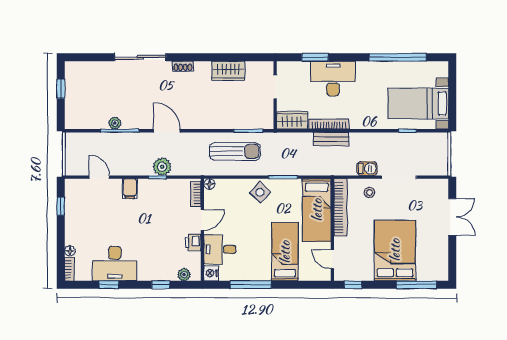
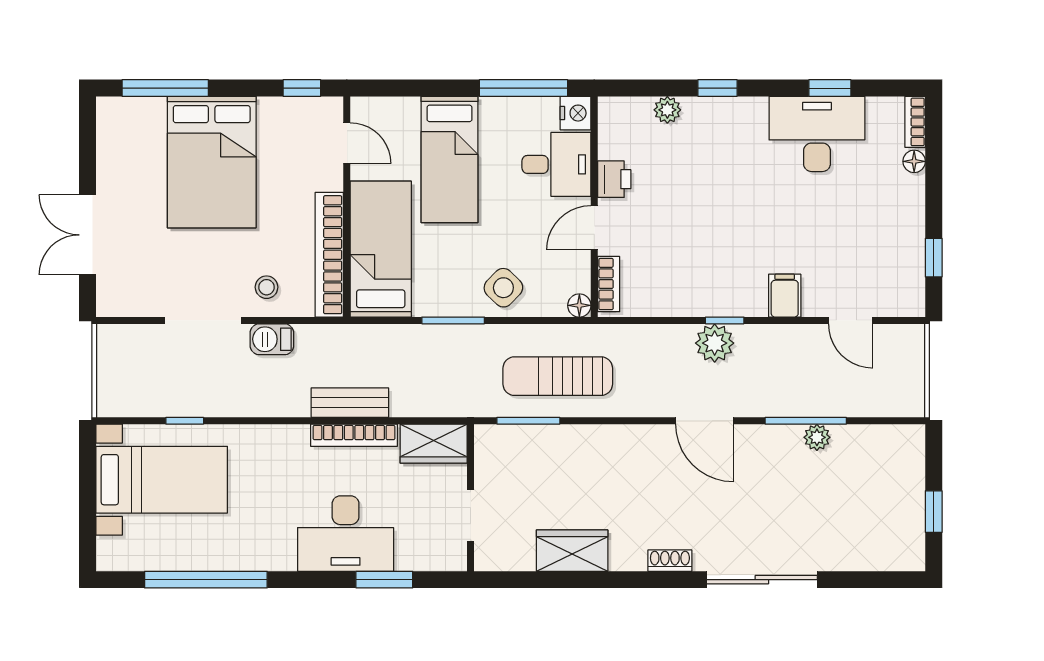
floor lamp: (209, 184) -> (579, 305), moved
bookcase: (196, 194) -> (609, 284), moved
door: (202, 220) -> (594, 228), moved
wall: (202, 230) -> (594, 207), moved
printer: (193, 243) -> (614, 179), moved
desk: (220, 249) -> (556, 164), moved
nightstand: (211, 273) -> (576, 113), moved

